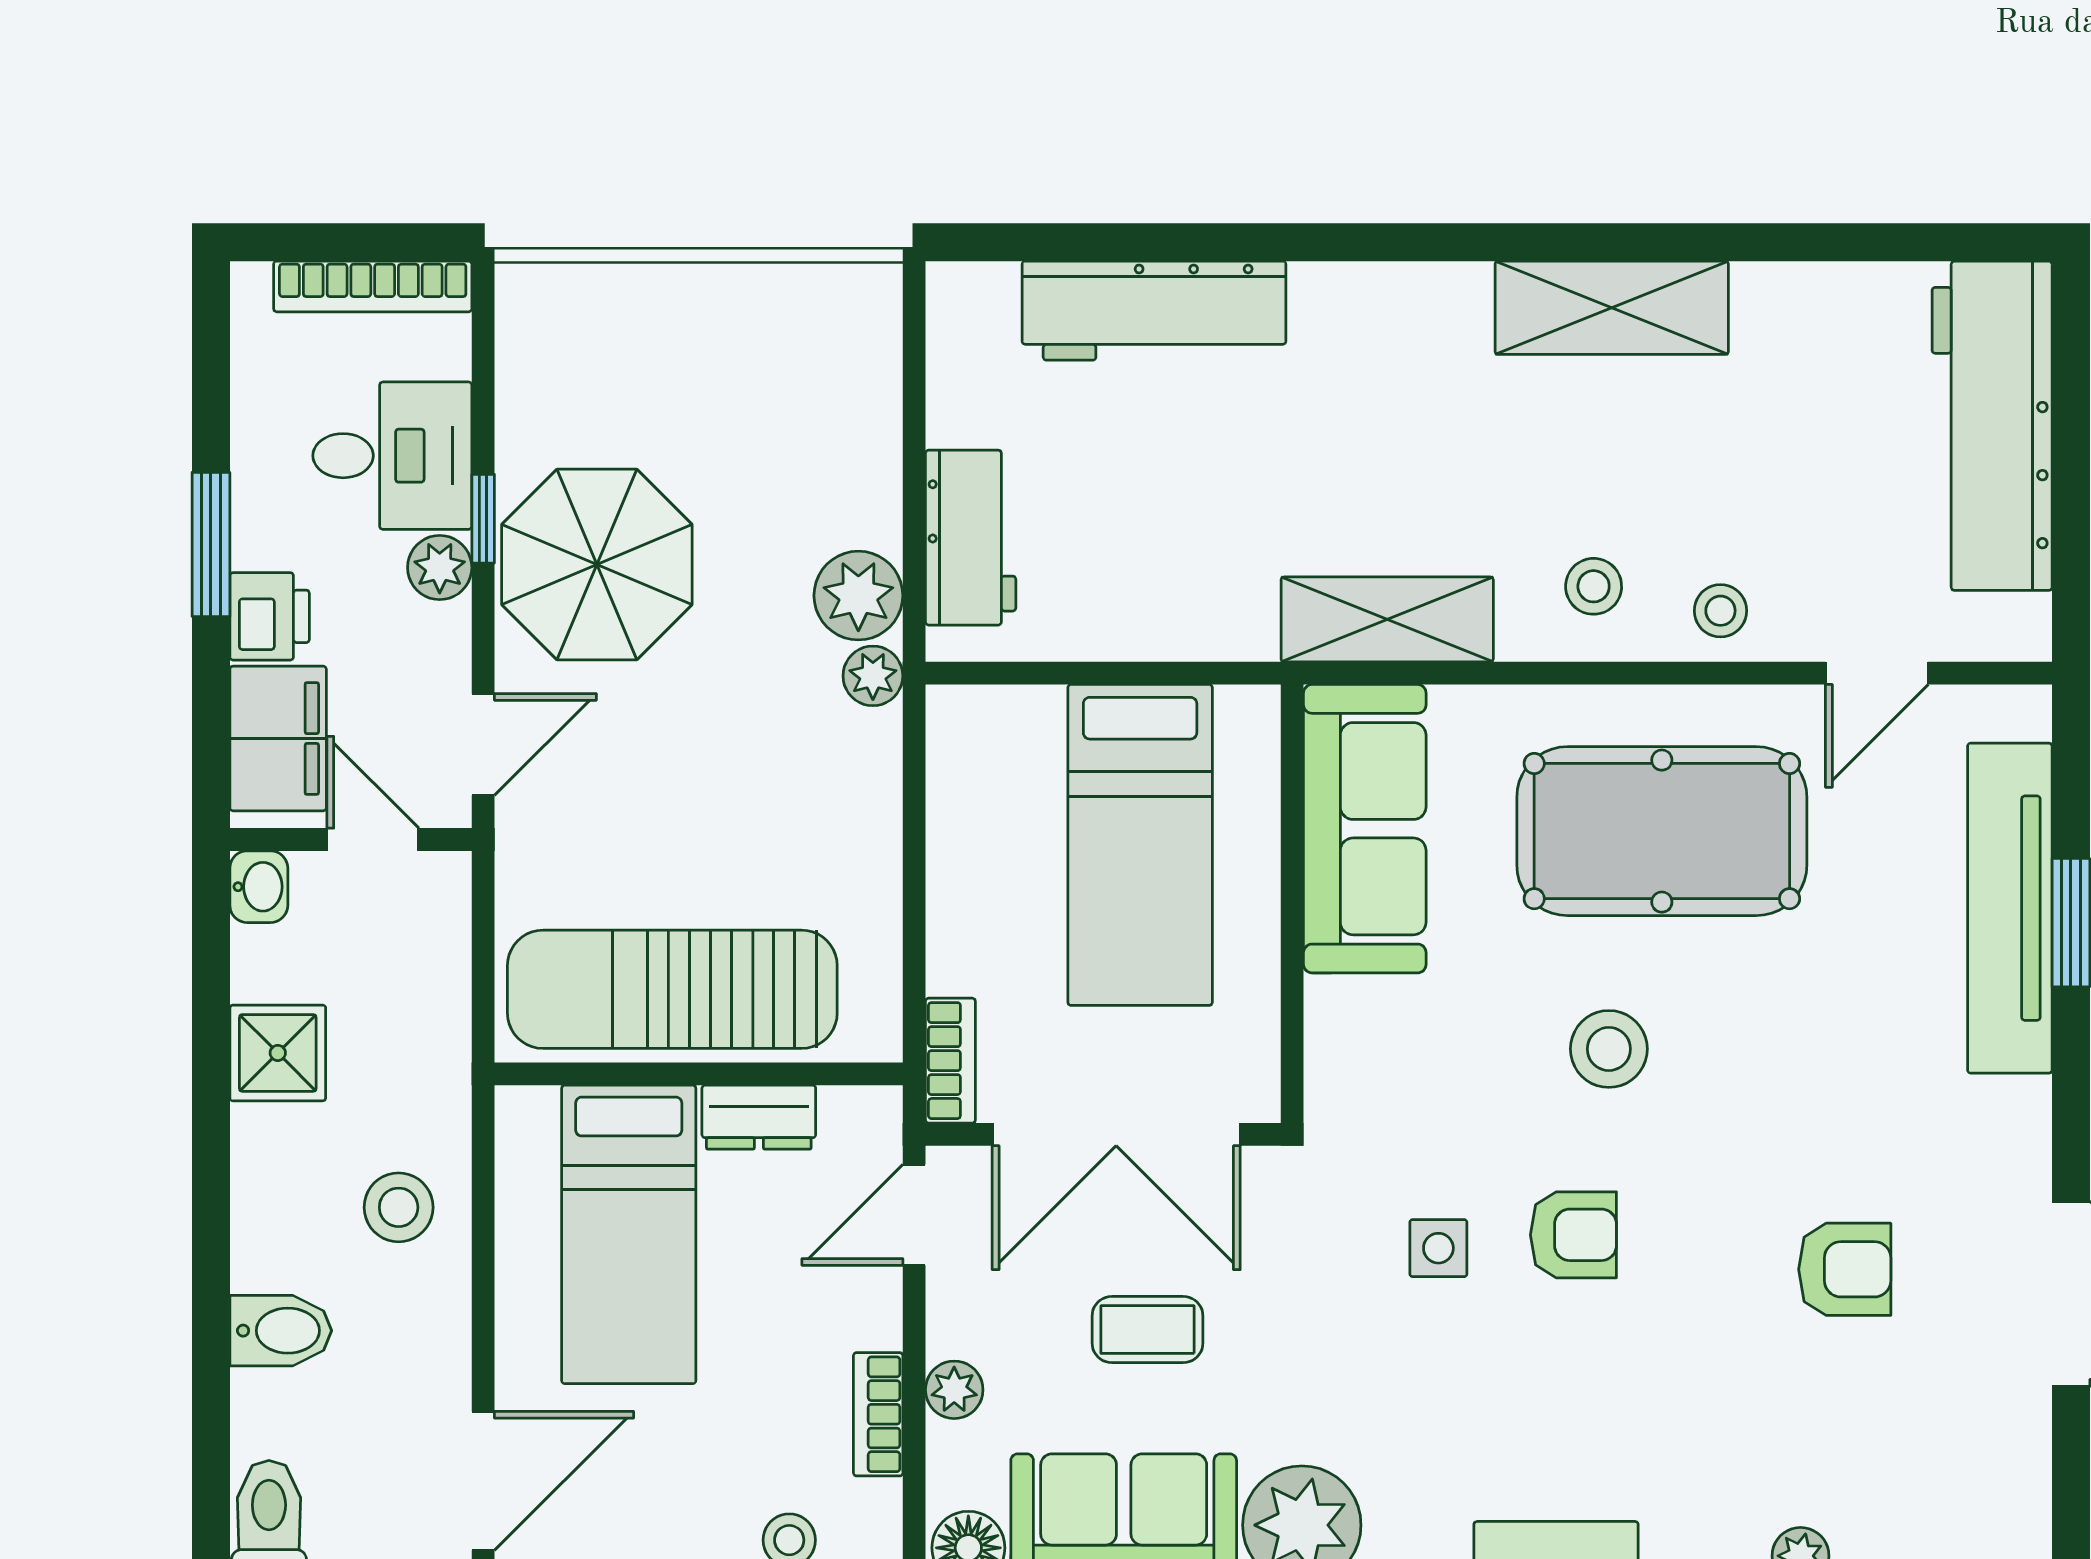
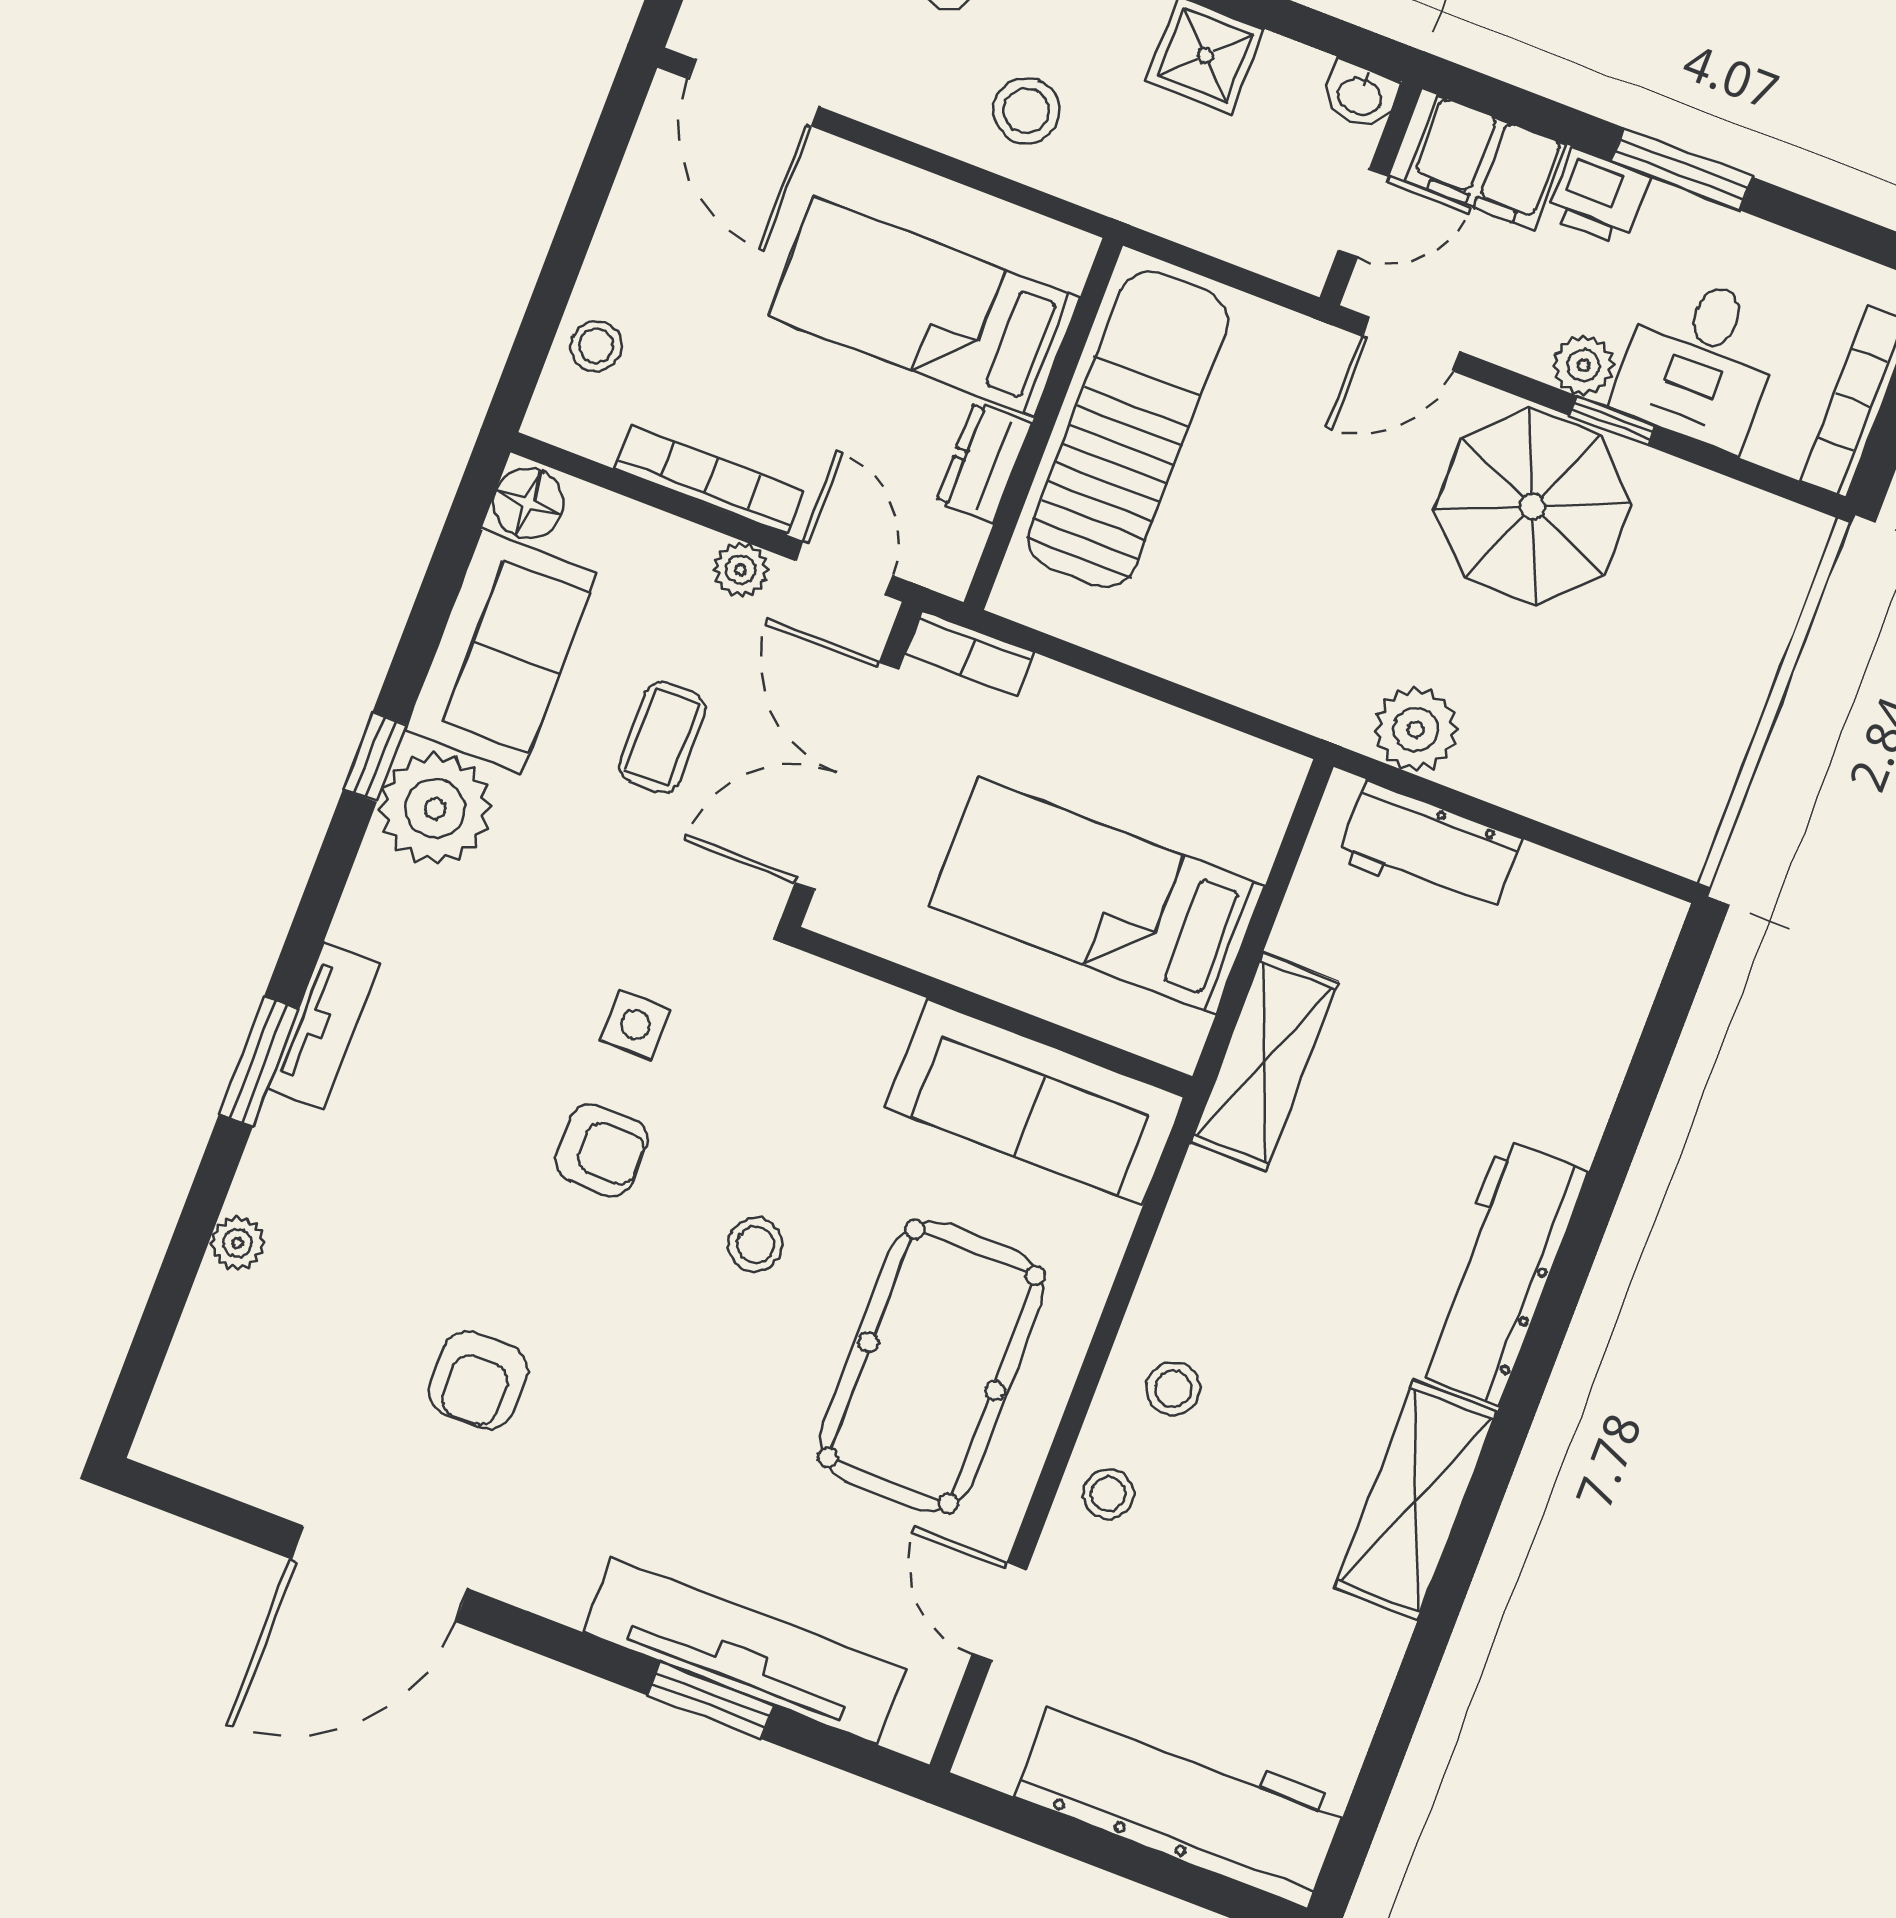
workbench: (1154, 311) -> (1500, 1272), moved
shelving: (1387, 619) -> (1264, 1062), moved
plant: (873, 676) -> (1339, 715), removed
door: (483, 745) -> (1411, 344), hinge flipped
stool: (1609, 1049) -> (755, 1245), width x0.73, depth x0.73
armchair: (1573, 1235) -> (601, 1150), turned -90
plant: (954, 1390) -> (741, 570), moved
bookcase: (878, 1414) -> (709, 480), width x1.56

